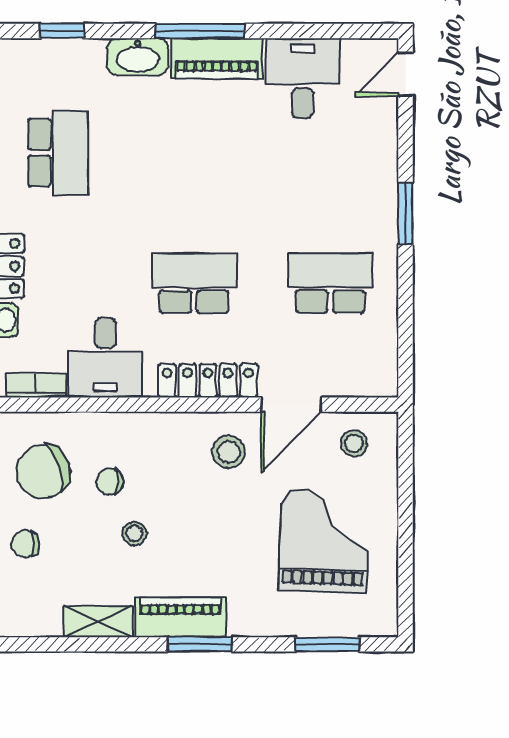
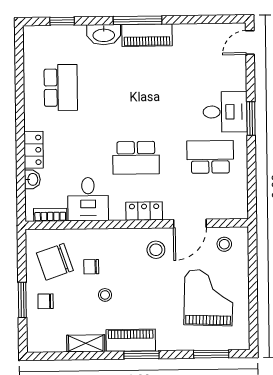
desk: (303, 78) -> (225, 112), moved, turned 90
school desk: (194, 283) -> (136, 158), turned 180
locker: (208, 381) -> (144, 211), width x0.66

